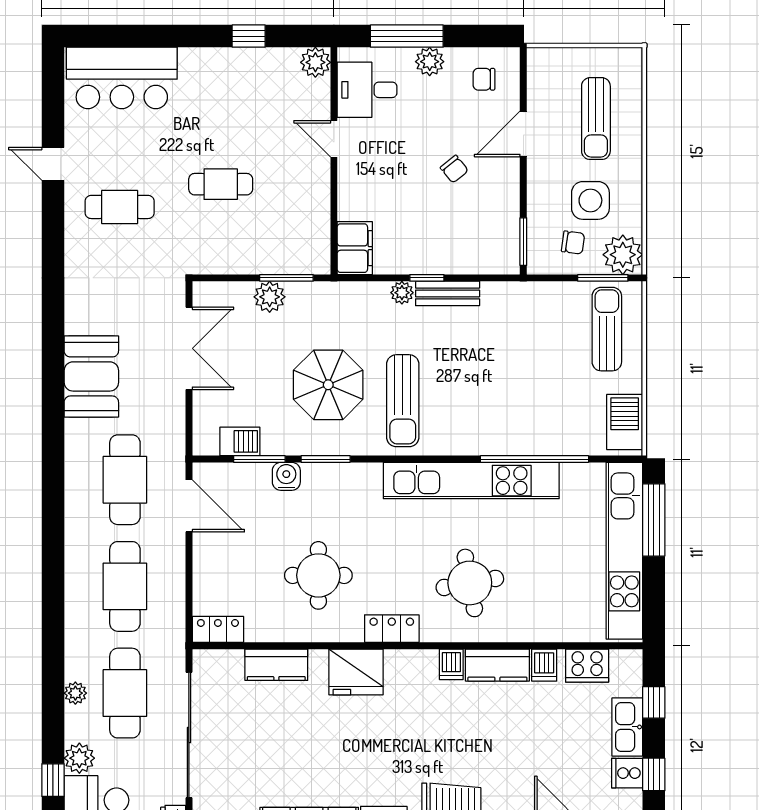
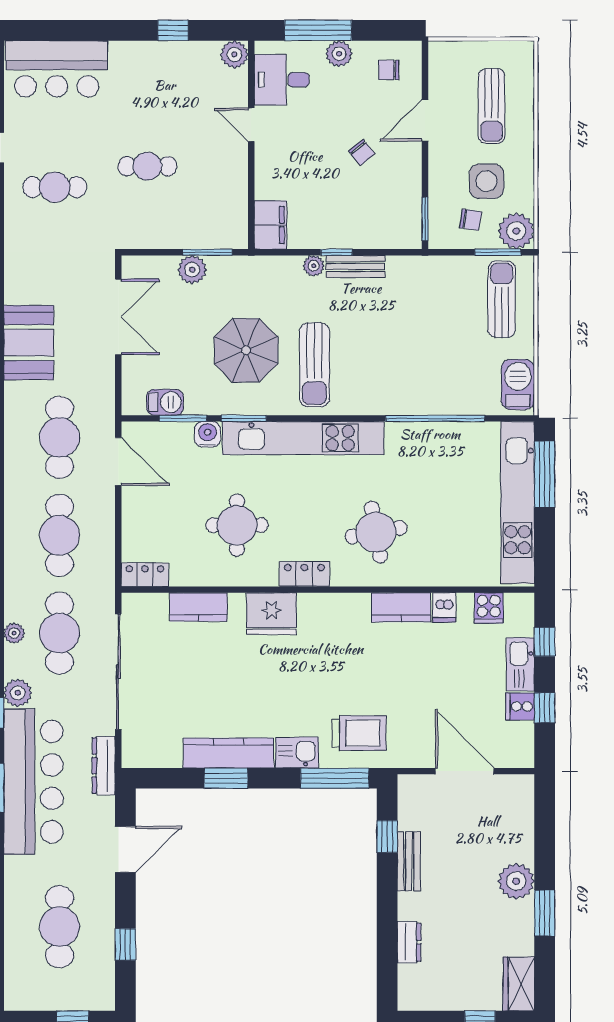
kitchen unit: (471, 481) -> (303, 438), moved
dishwasher: (451, 664) -> (359, 607), removed
cooker: (587, 666) -> (489, 608), width x0.73

